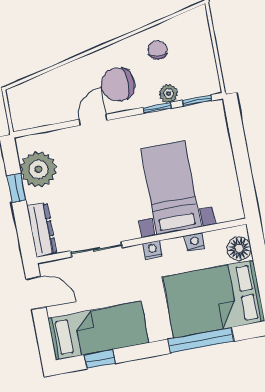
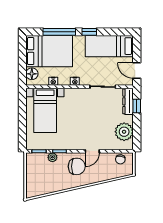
chair: (158, 50) -> (120, 159), moved
window: (16, 188) -> (137, 106), moved
bed with nightstands: (171, 188) -> (45, 110), moved
window: (100, 359) -> (89, 32), moved

